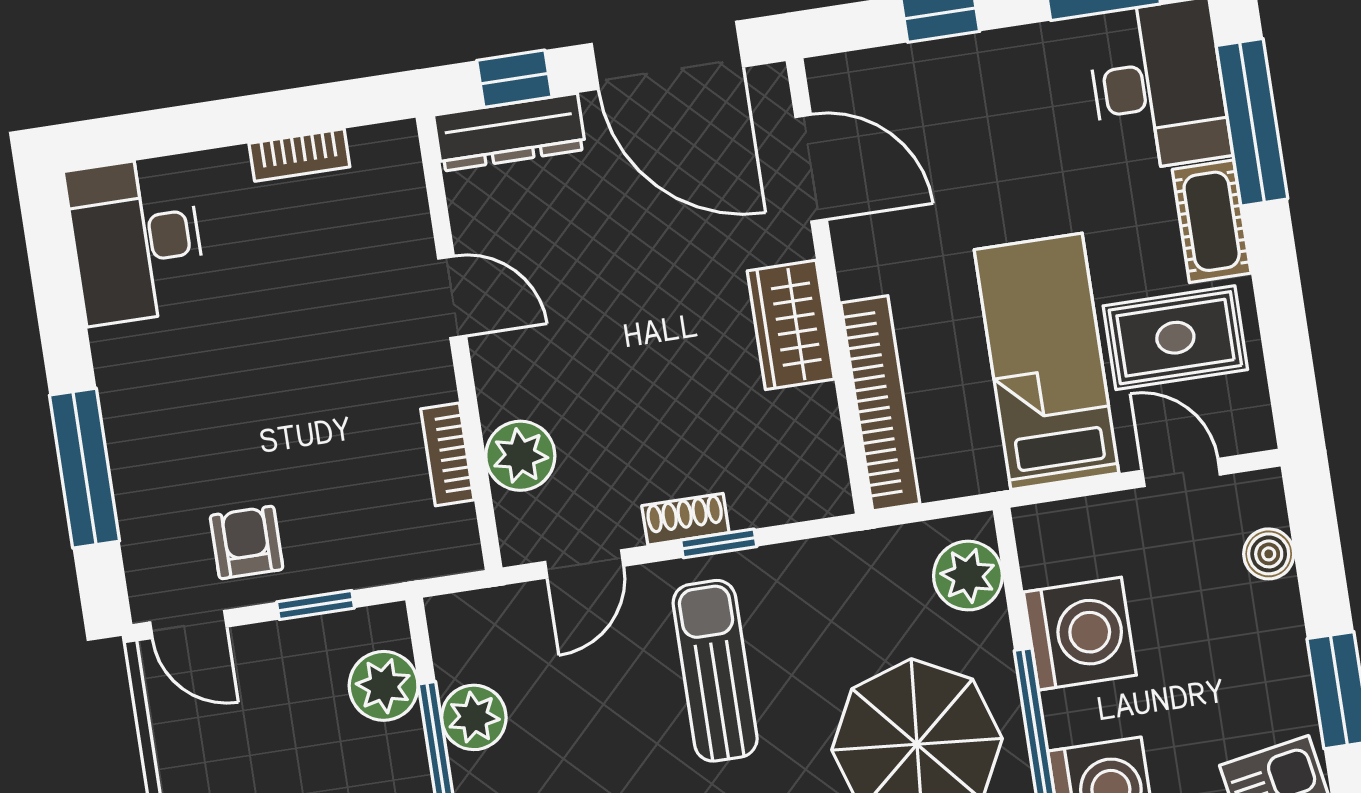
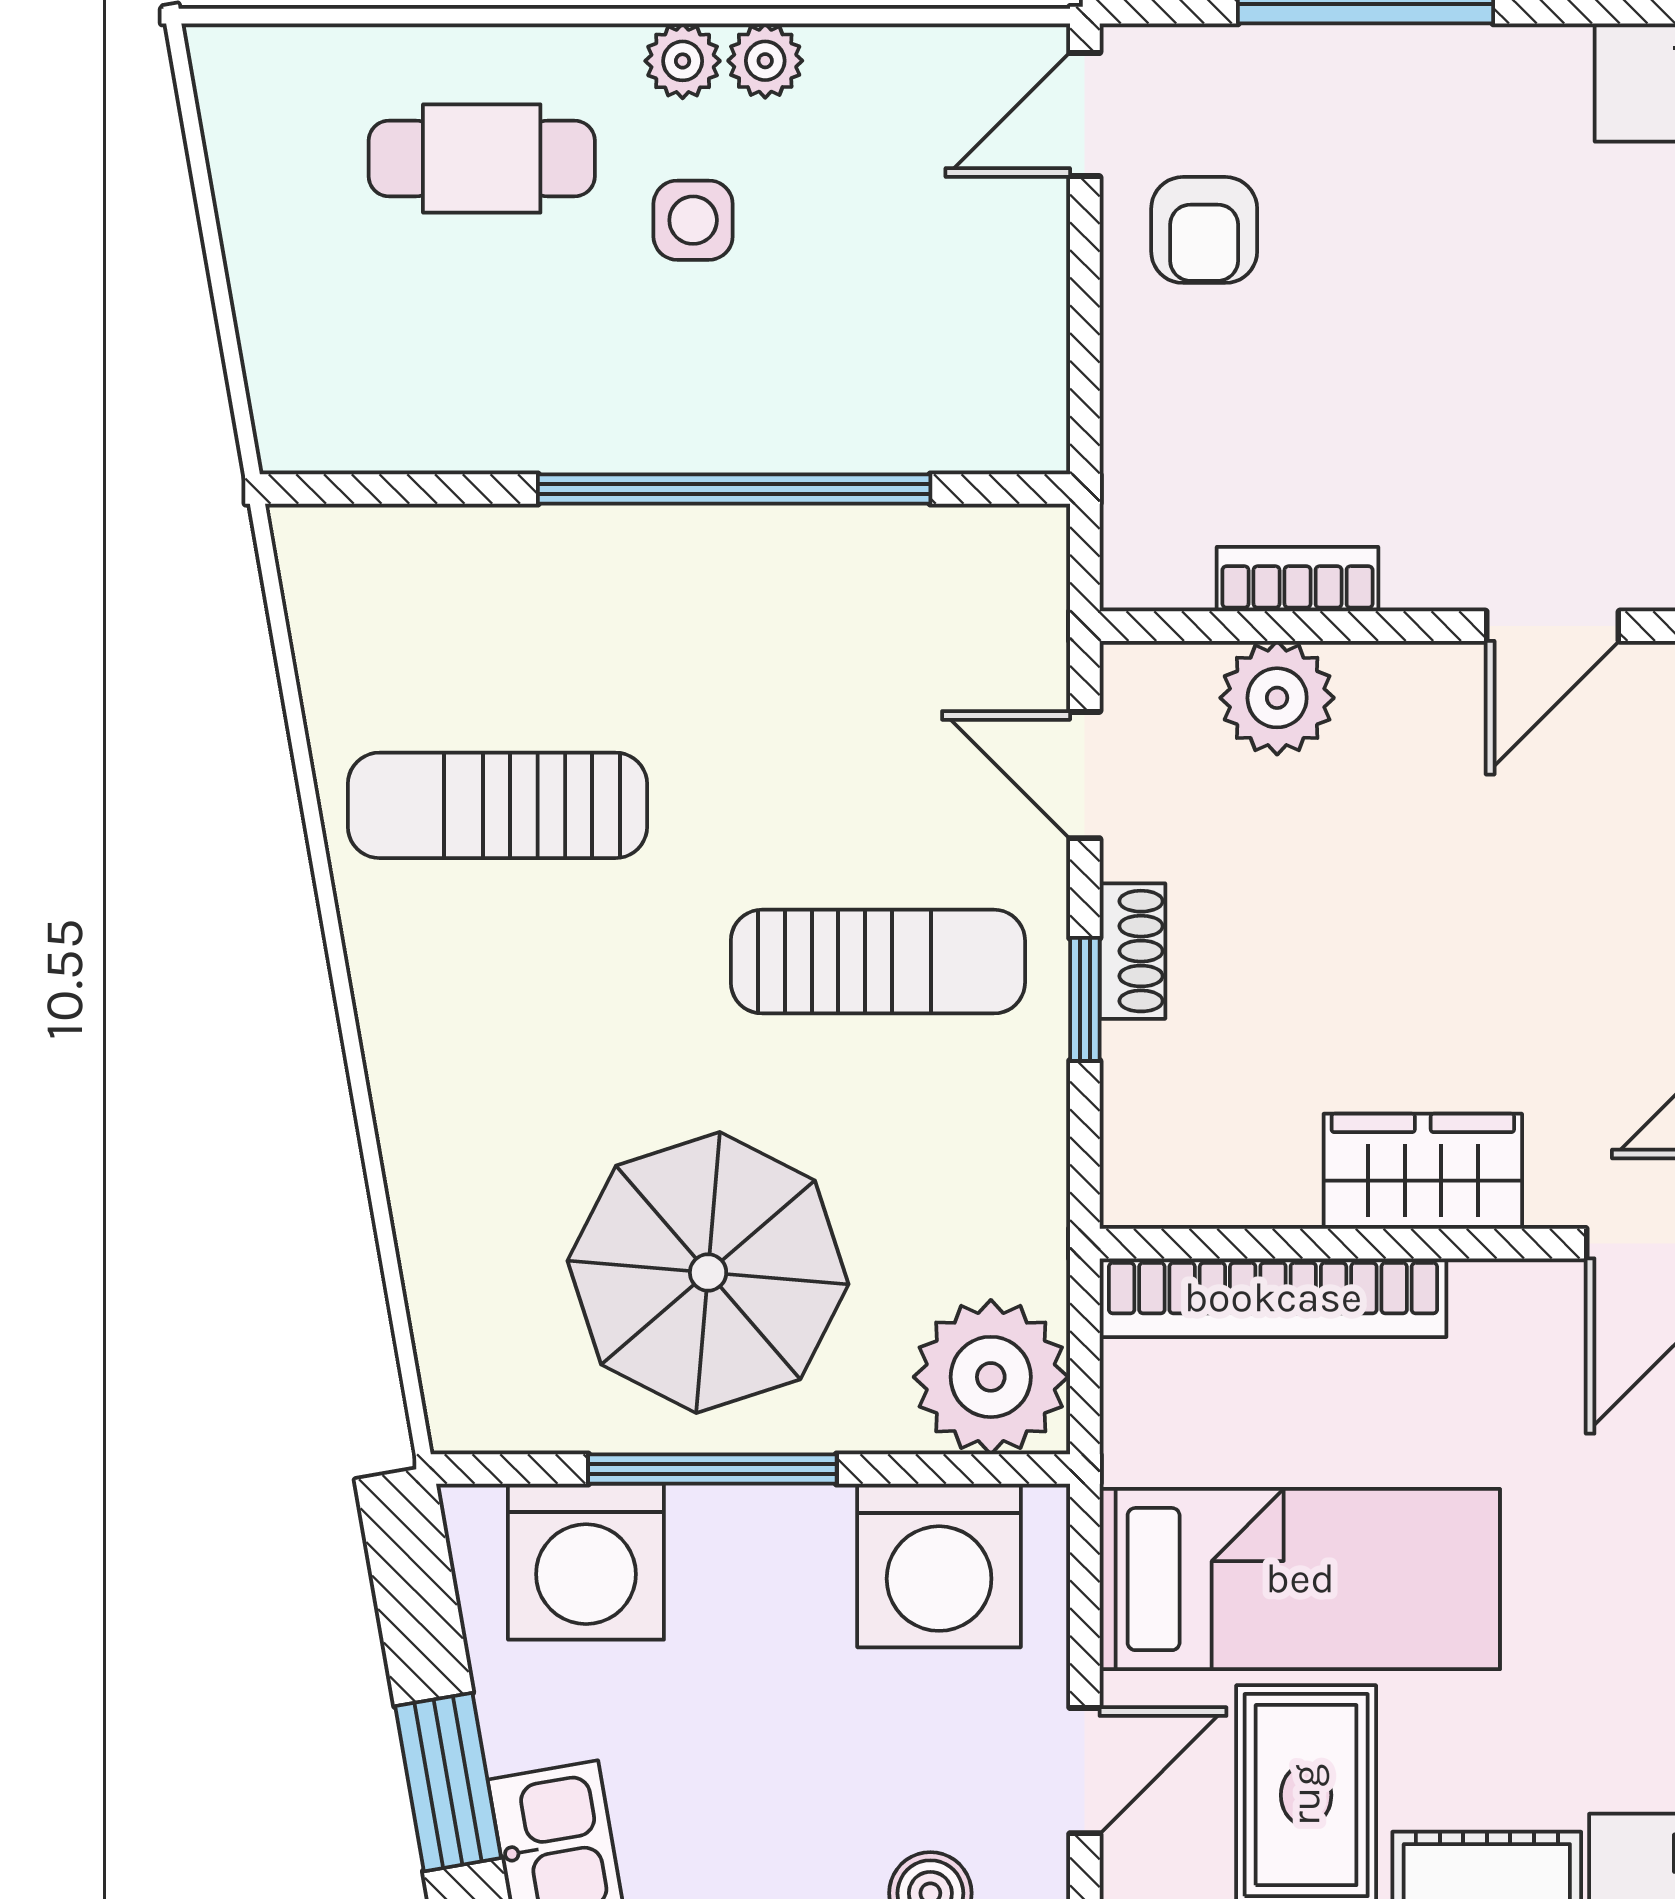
armchair: (247, 542) -> (1204, 230), turned 90
plant: (968, 576) -> (991, 1377), width x1.36, depth x1.36
window: (316, 605) -> (1085, 327), removed
washing machine: (1080, 634) -> (939, 1565), moved
plant: (384, 686) -> (936, 418), removed
plant: (474, 717) -> (862, 557), removed

